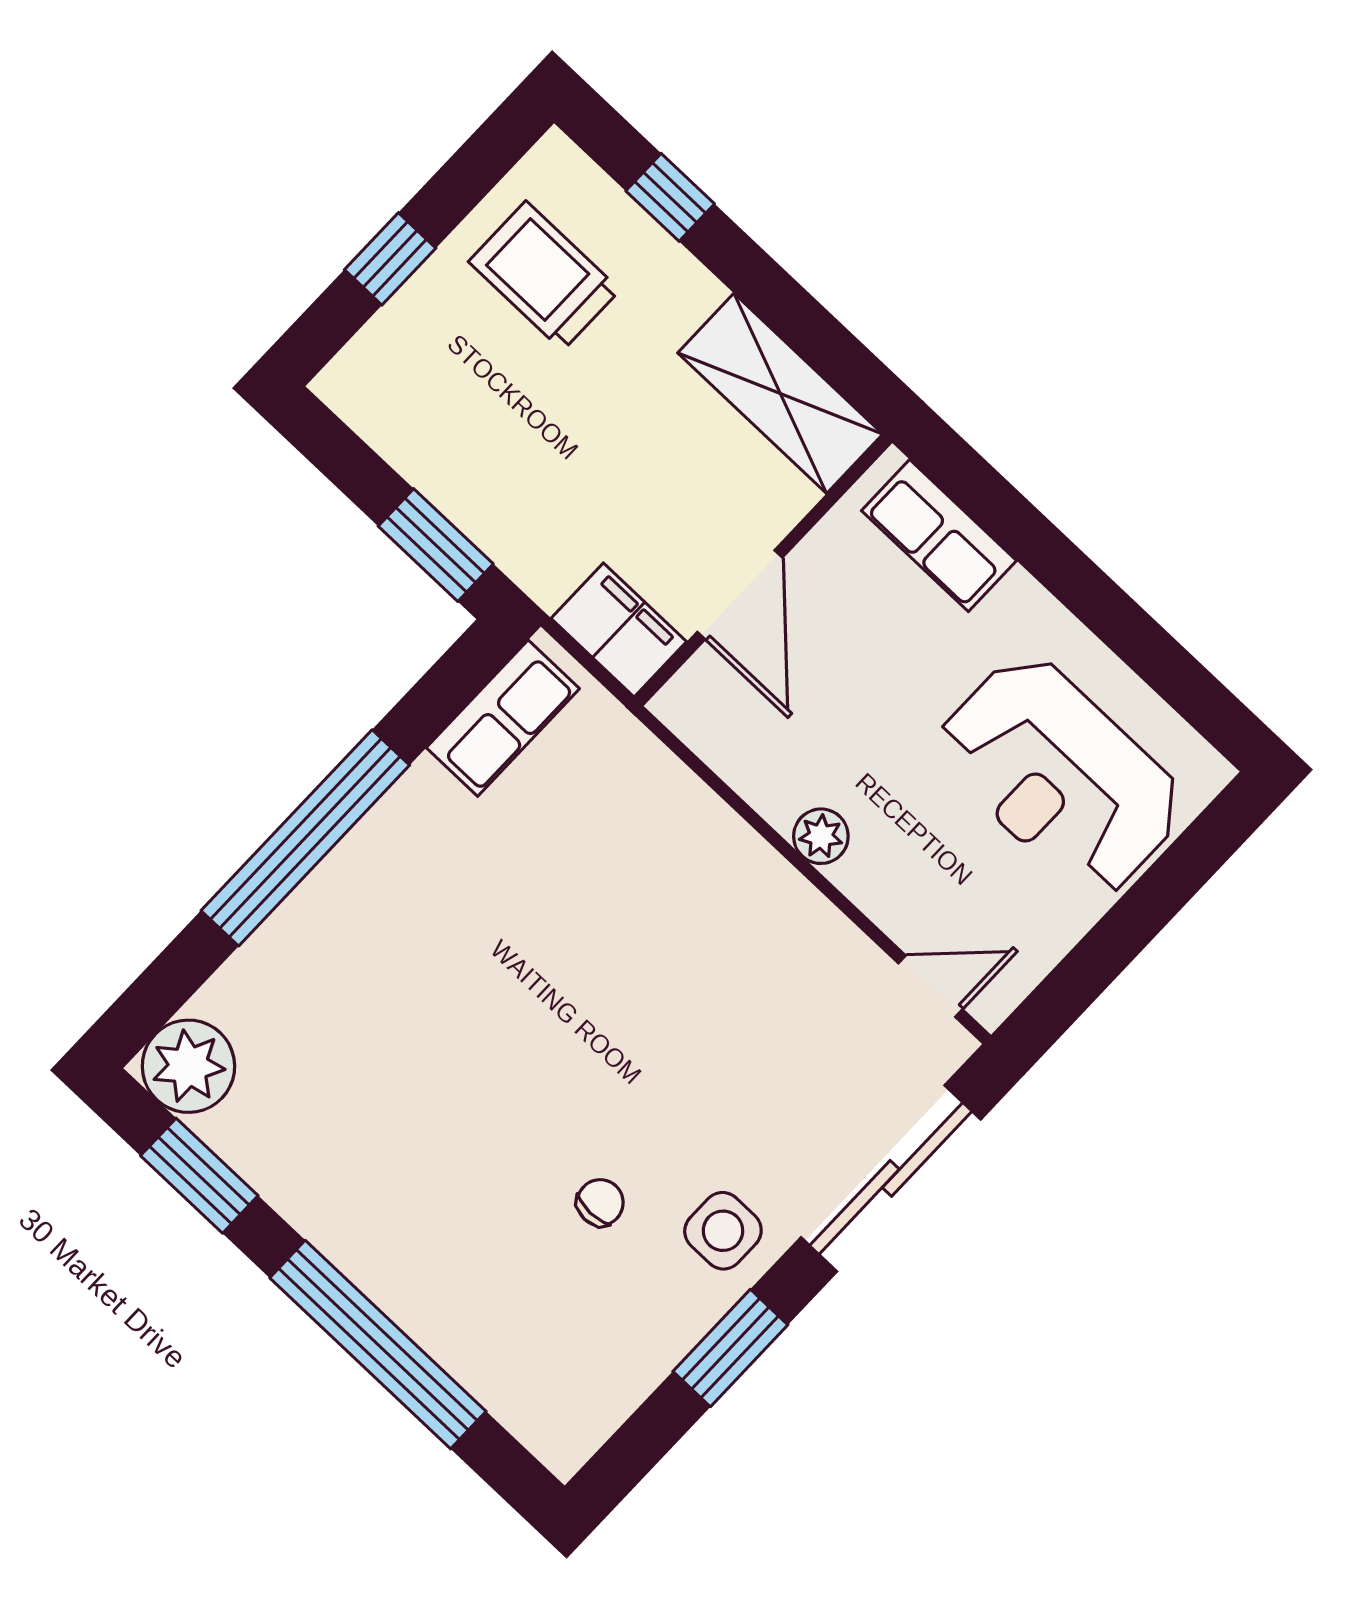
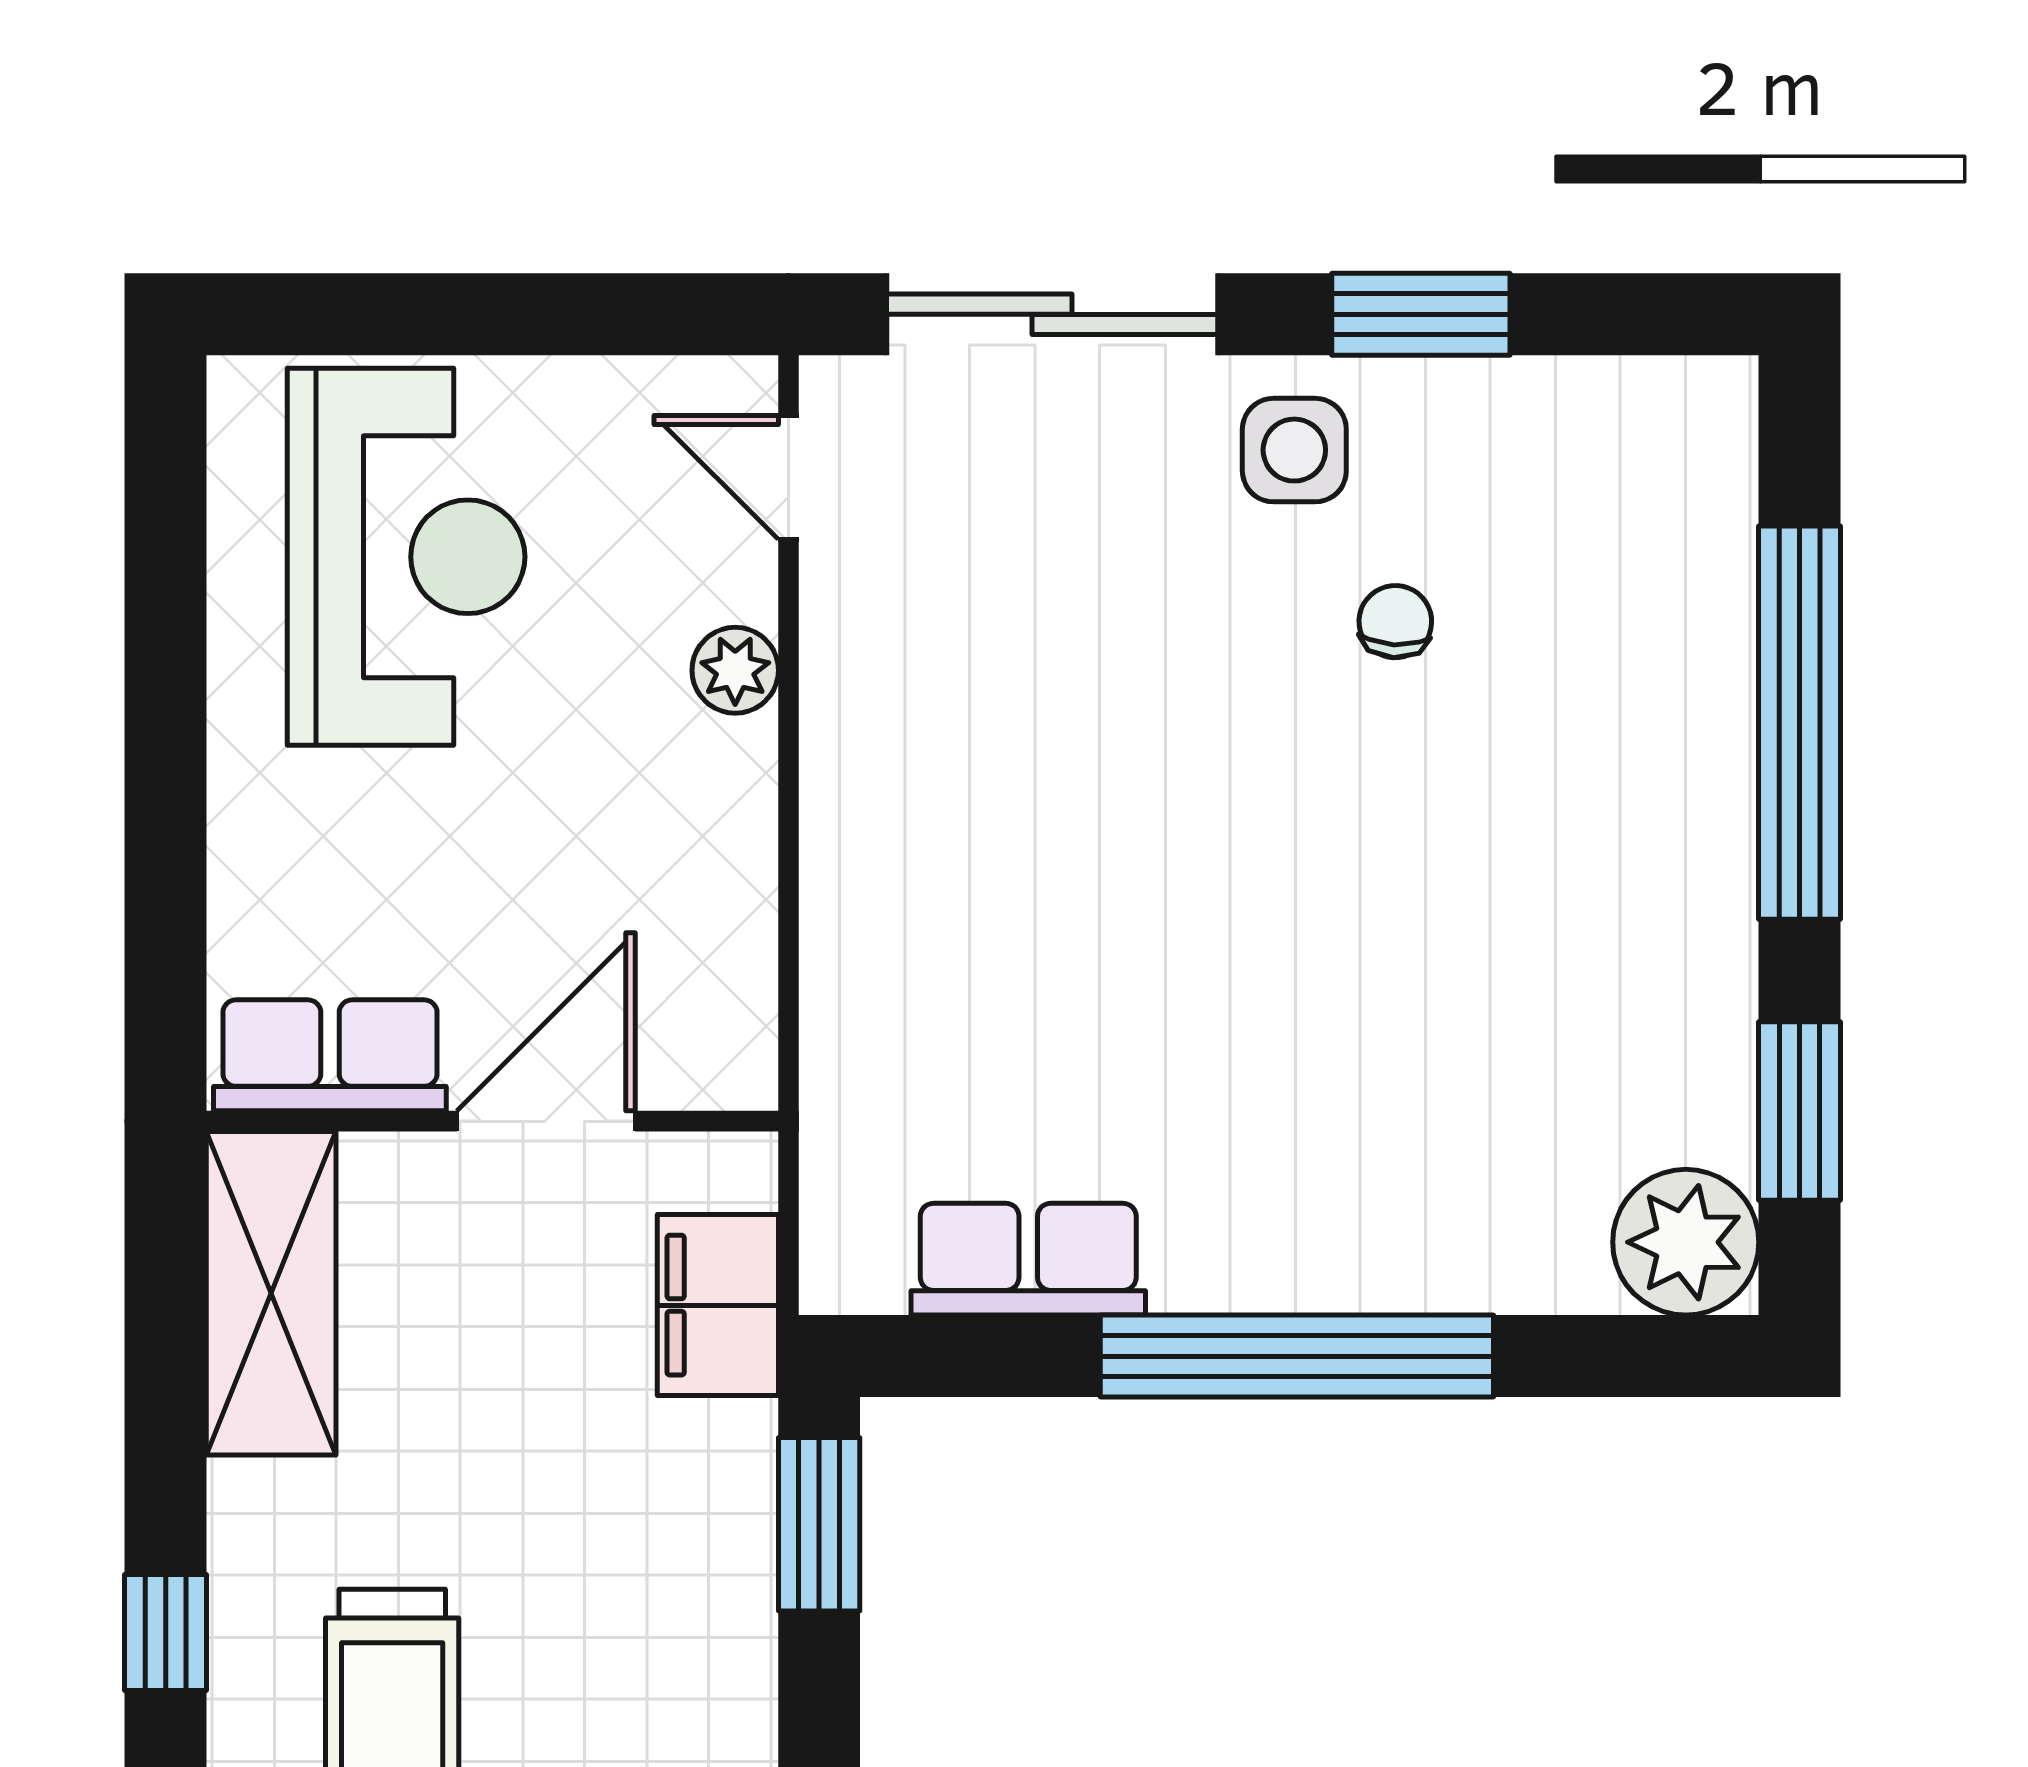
row of seats: (939, 536) -> (330, 1055), moved, turned -90
filing cabinet: (619, 630) -> (718, 1305), moved
row of seats: (503, 718) -> (1028, 1259), moved
plant: (821, 836) -> (735, 670), moved
chair: (600, 1203) -> (1395, 622), turned 93

